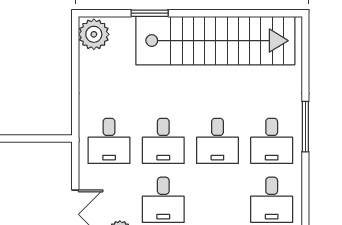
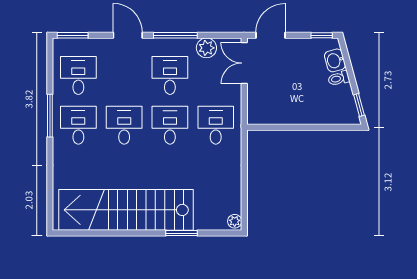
plant: (94, 34) -> (235, 221), width x0.53, depth x0.53
window: (305, 127) -> (50, 116), moved

